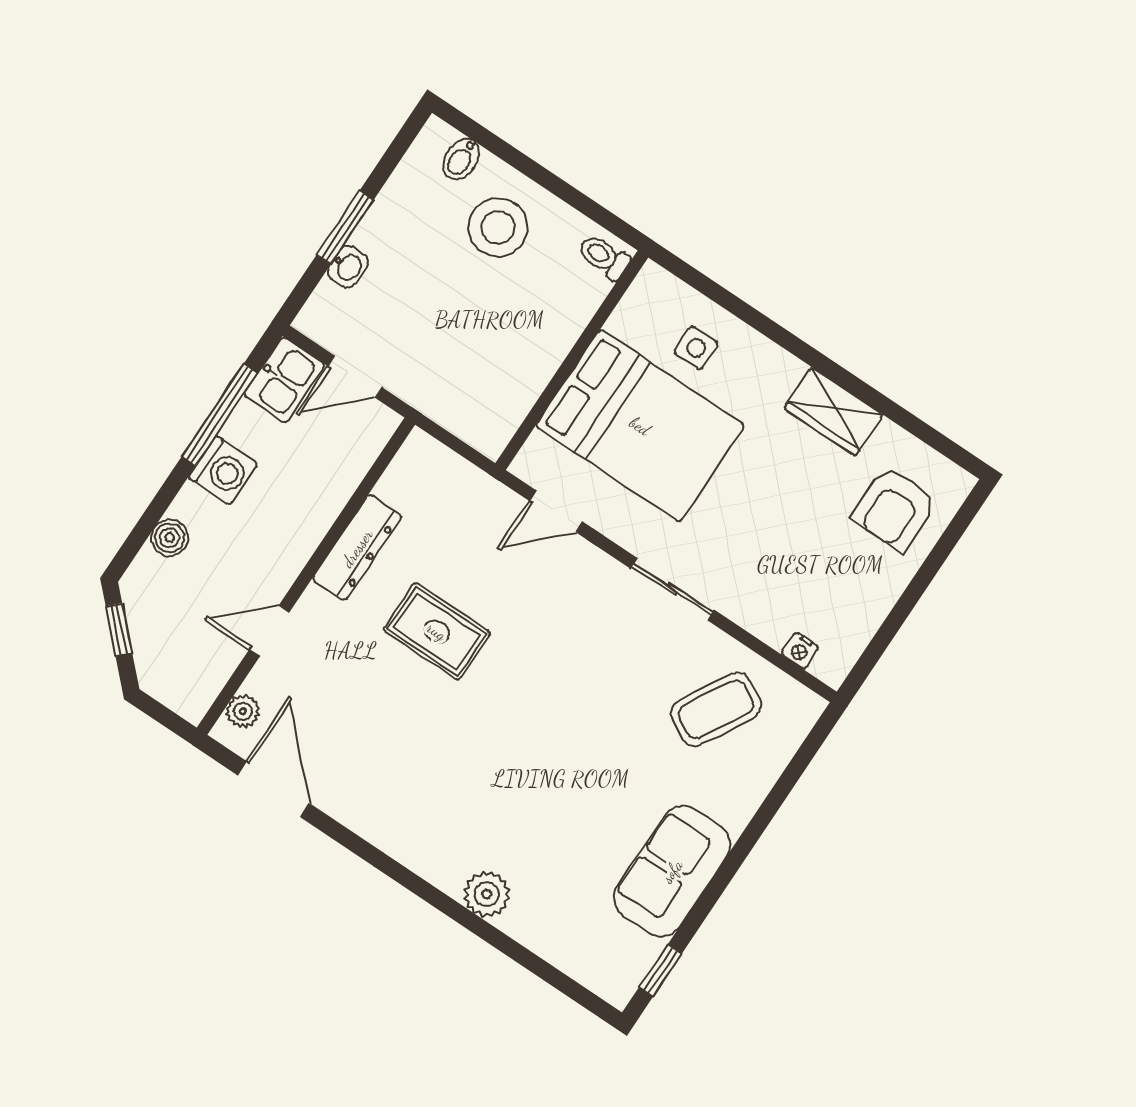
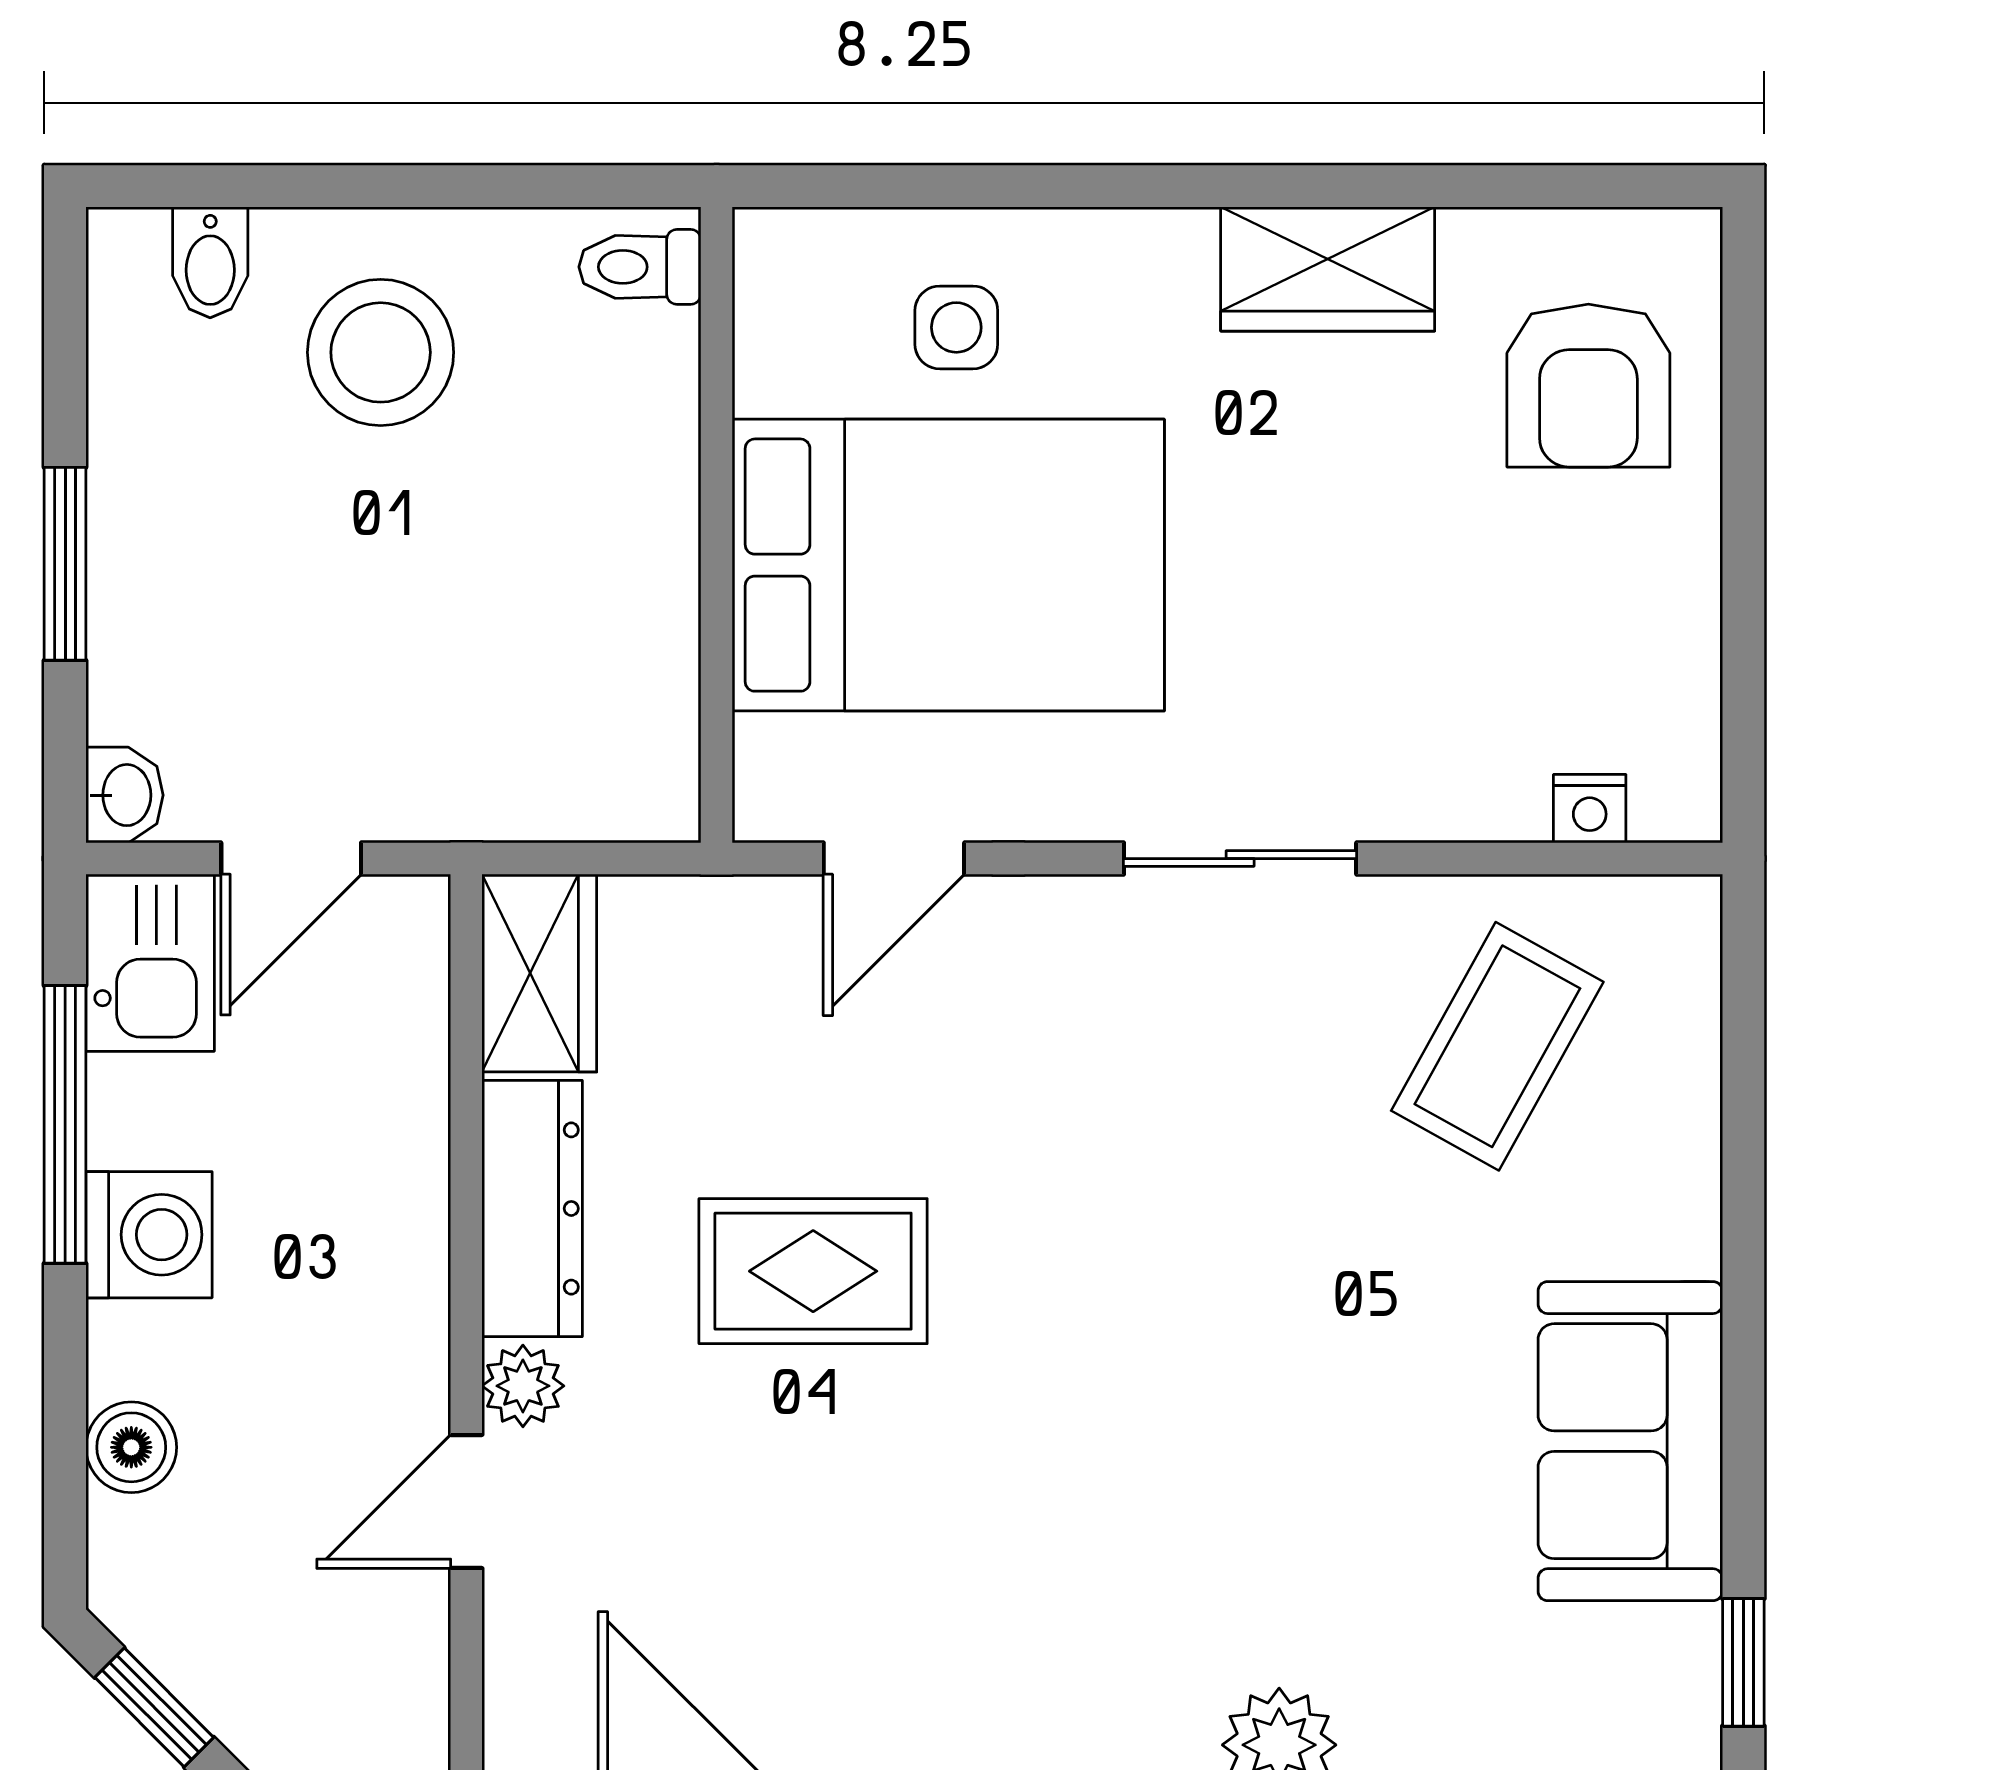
washbasin: (348, 267) -> (125, 795), moved
wardrobe: (412, 470) -> (539, 973), added
plant: (243, 711) -> (523, 1386), moved

